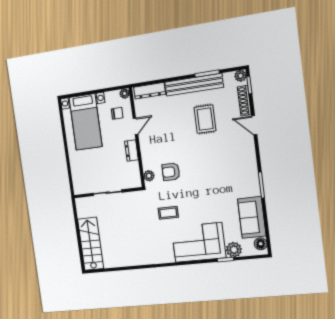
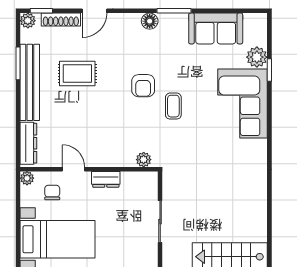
armchair: (171, 172) -> (143, 86), moved
coffee table: (168, 213) -> (173, 106), moved
floor lamp: (261, 244) -> (150, 21), moved

